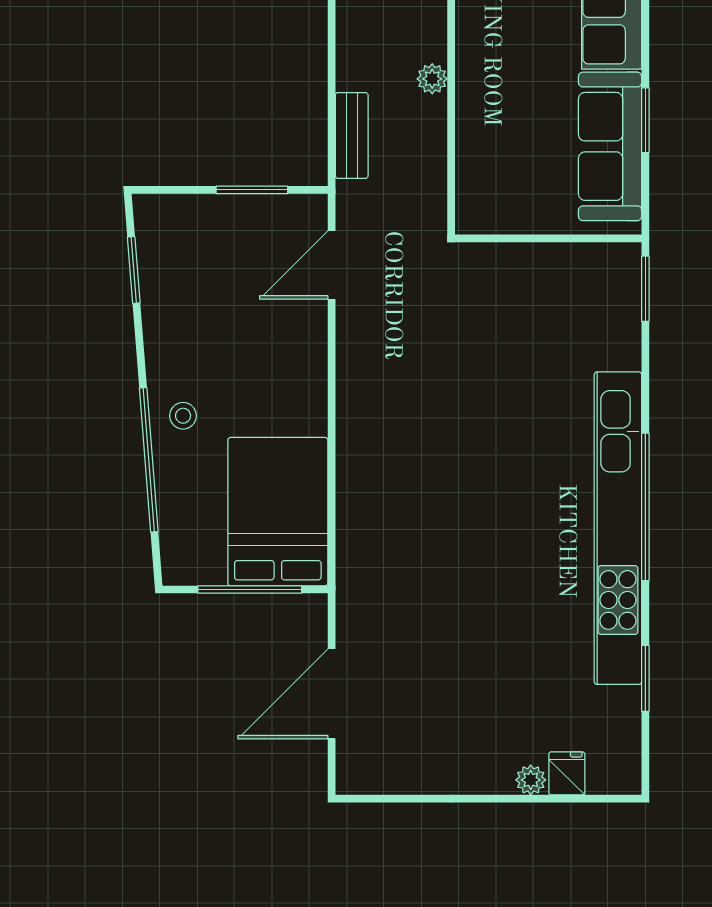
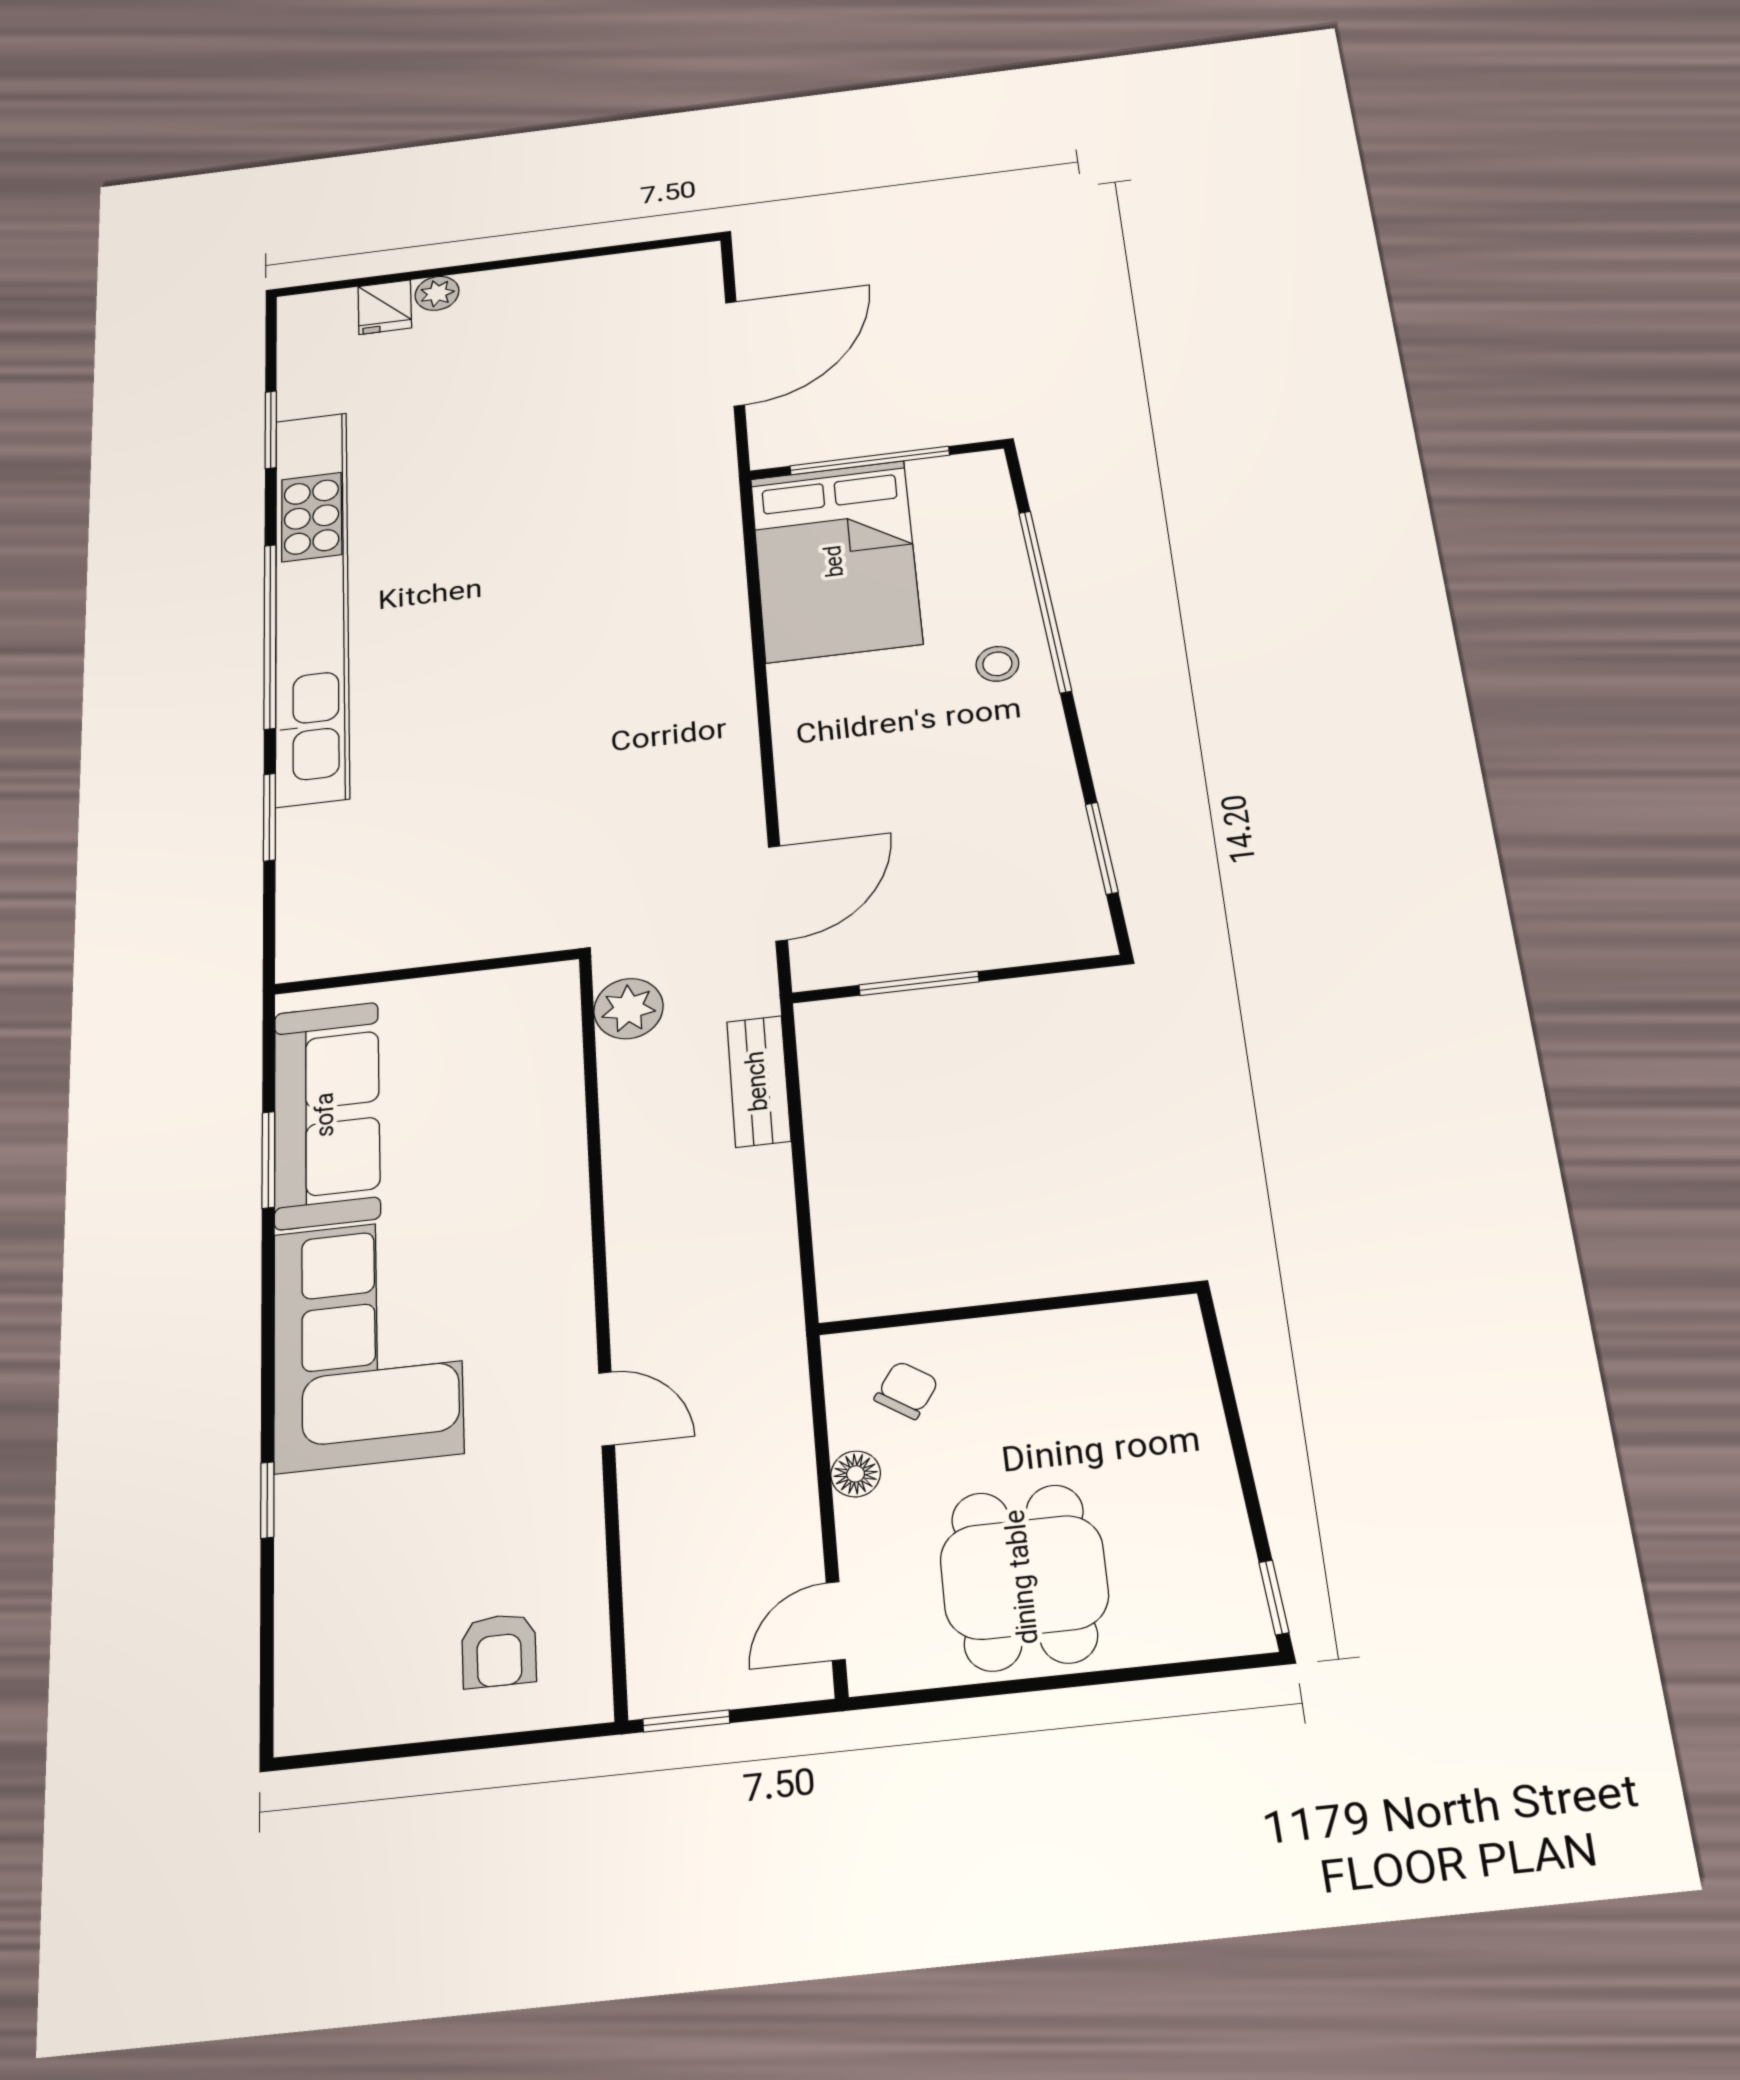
plant: (432, 79) -> (628, 1009), moved, width x1.38, depth x1.38
window: (645, 289) -> (269, 817), moved

